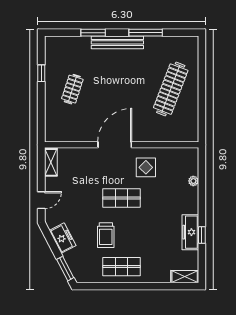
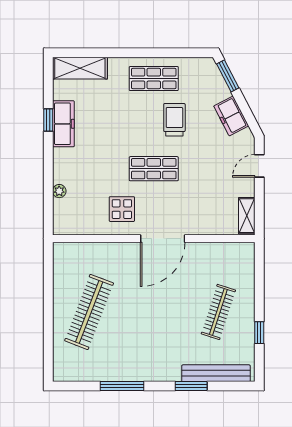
bench: (117, 42) -> (216, 373), moved
clothes rail: (72, 89) -> (218, 312), width x1.36
shelving: (185, 277) -> (80, 68), width x1.50, depth x1.33

